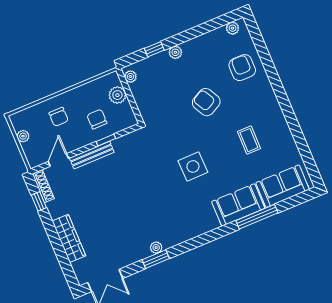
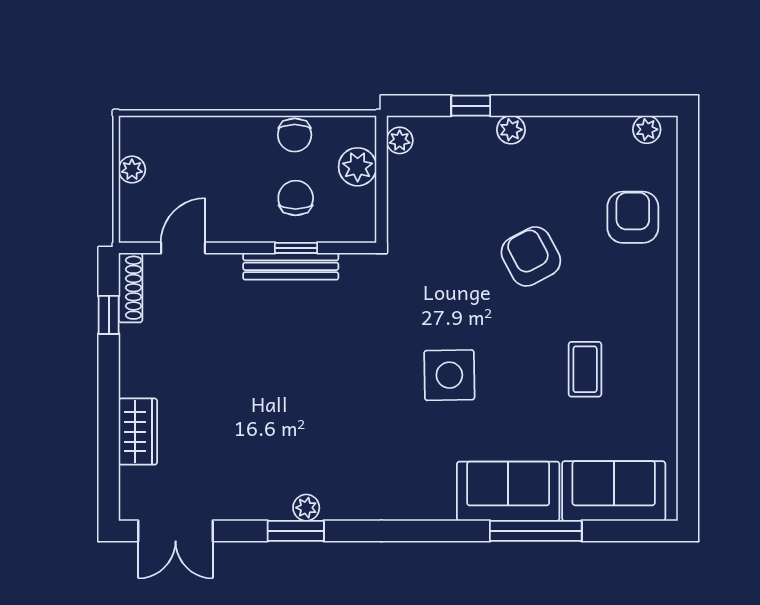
chair: (59, 117) -> (295, 135), moved
bench: (92, 155) -> (291, 266), moved
wardrobe: (69, 238) -> (138, 432), width x0.67

